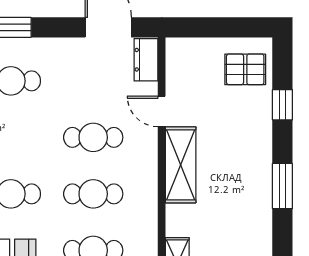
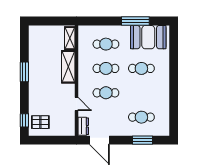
window: (282, 105) -> (24, 120), moved
shelving: (181, 165) -> (68, 67), moved

